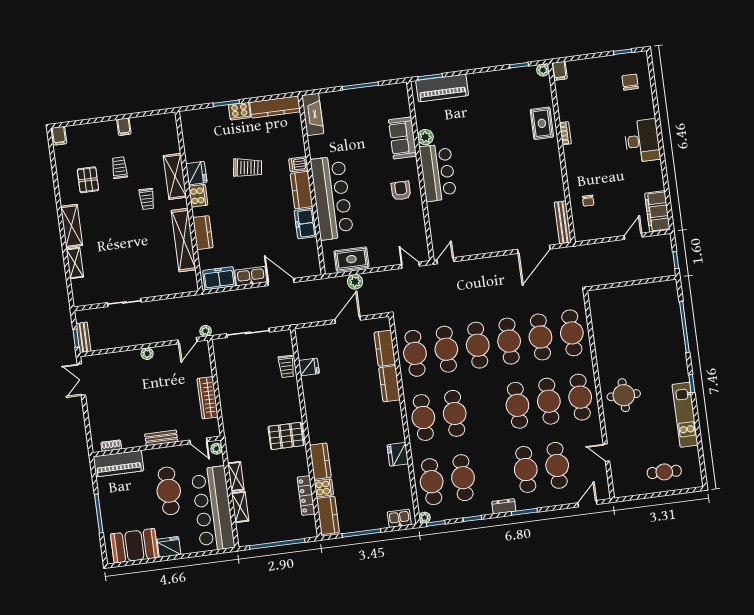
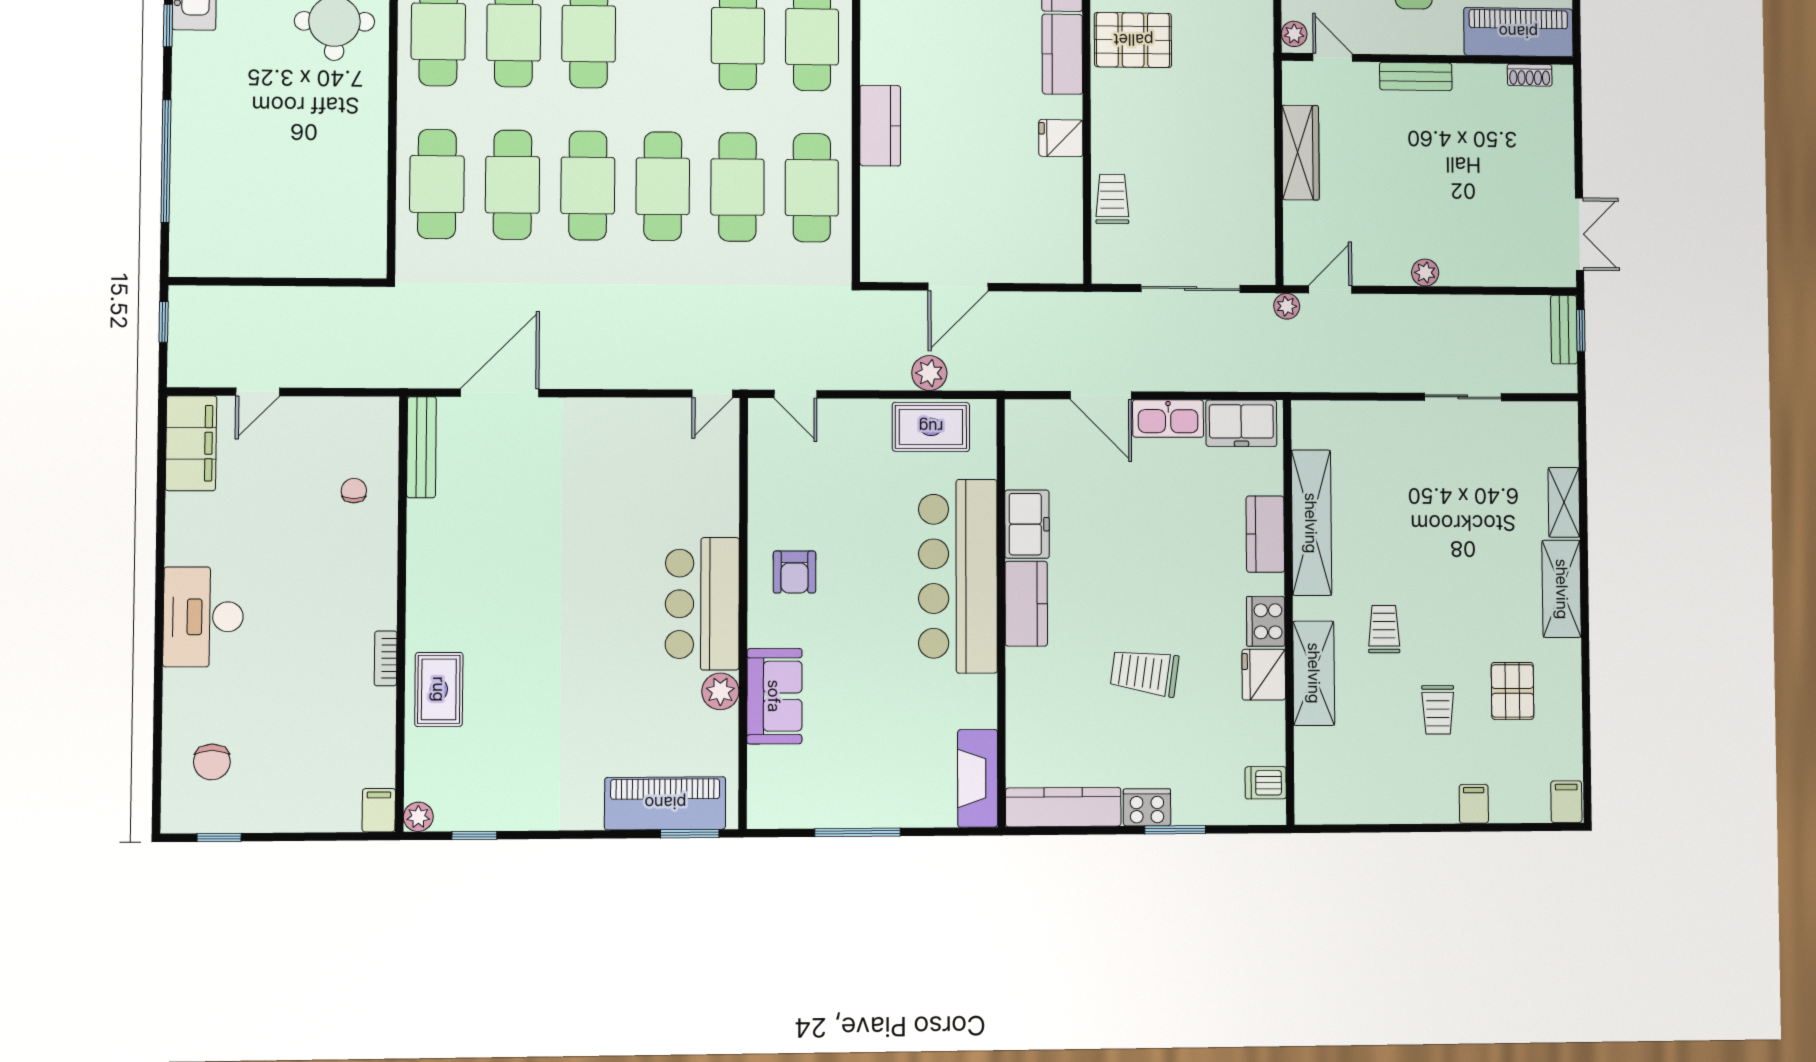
filing cabinet: (124, 127) -> (1474, 804), moved
dishwasher: (298, 164) -> (1266, 783), moved, turned 180
kitchen counter: (385, 348) -> (1062, 54), moved, turned 180
fridge: (309, 367) -> (1061, 138), moved

